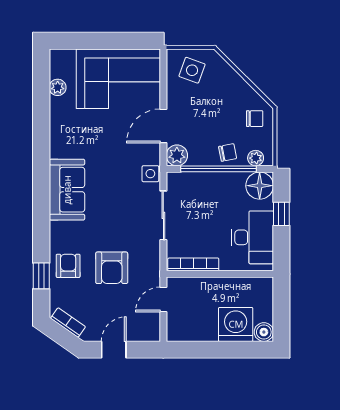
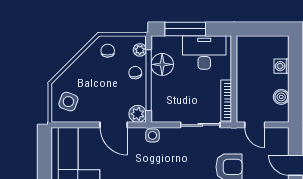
floor lamp: (260, 186) -> (162, 64), moved
window: (281, 214) -> (185, 29), width x2.17
sliding door: (163, 215) -> (200, 125), moved
washing machine: (236, 324) -> (282, 66), width x0.53, depth x0.53
boiler: (264, 332) -> (281, 97), moved

